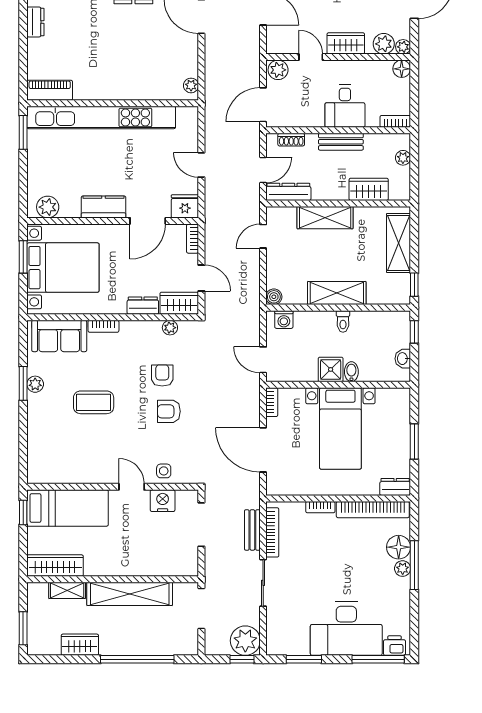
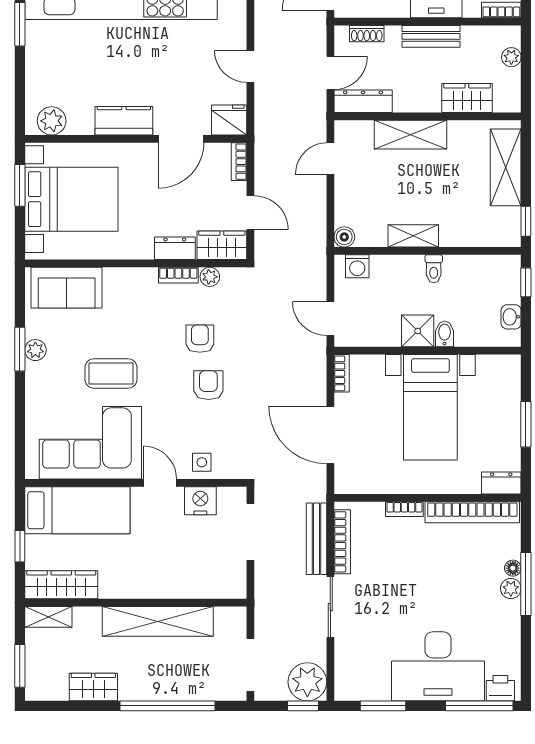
shelving: (337, 293) -> (413, 236), width x0.67, depth x0.75
bookcase: (103, 326) -> (178, 275), moved
armchair: (169, 411) -> (208, 385), turned 90
corner sofa: (78, 456) -> (90, 443), added
window: (23, 512) -> (20, 546), moved
bench: (252, 530) -> (316, 539), width x1.36
floor lamp: (399, 547) -> (513, 568), width x0.53, depth x0.53
shelving: (67, 590) -> (48, 617), moved
doorway: (201, 609) -> (250, 665), moved

